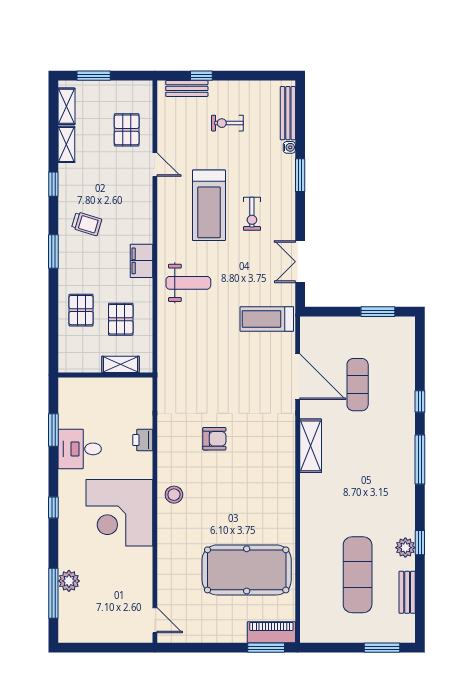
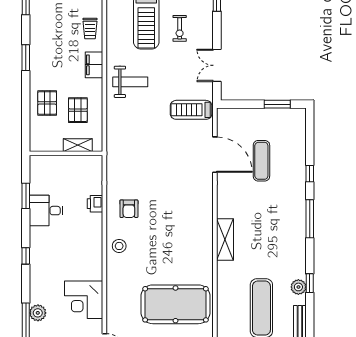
trolley: (87, 224) -> (90, 29), moved, turned 73
armchair: (214, 439) -> (129, 209), moved, turned 90
shelving: (311, 446) -> (225, 239), moved
corner desk: (119, 513) -> (84, 300), moved, width x0.74, depth x0.74

